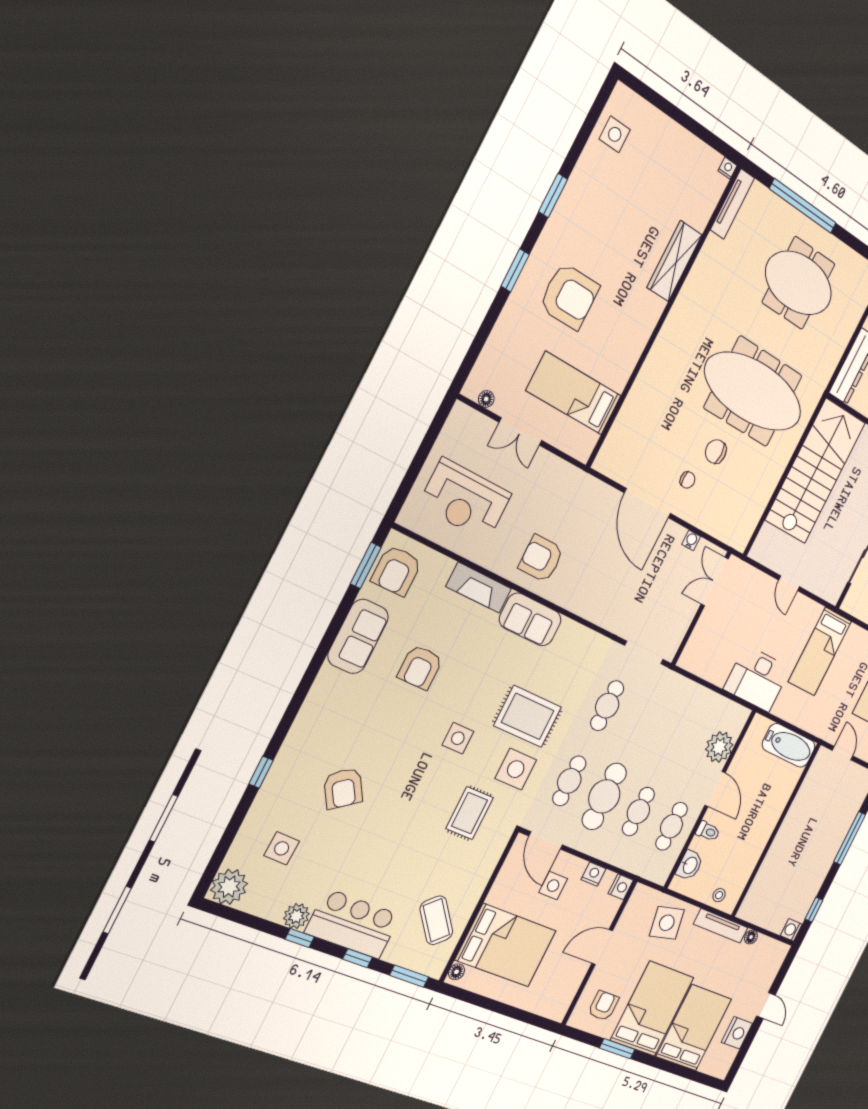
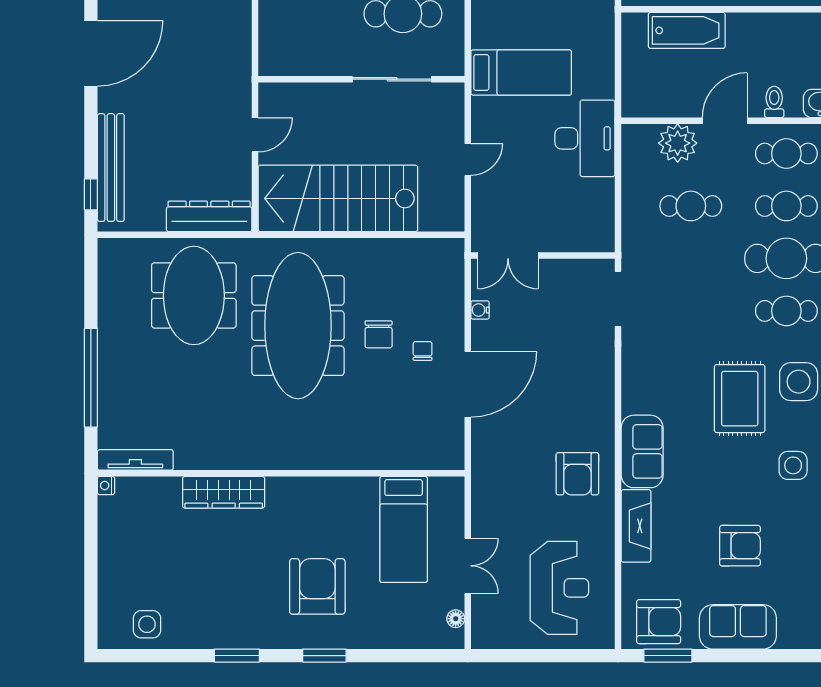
meeting table: (799, 283) -> (194, 295), moved
cafe table: (607, 706) -> (691, 206), moved
bathtub: (789, 745) -> (687, 30), moved, turned 90

